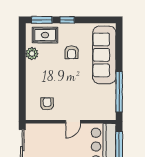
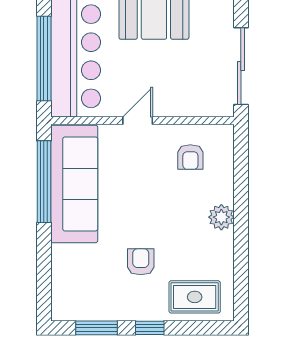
window: (42, 20) -> (97, 328), moved
plant: (32, 54) -> (221, 217), moved
sofa: (104, 55) -> (74, 184), moved

